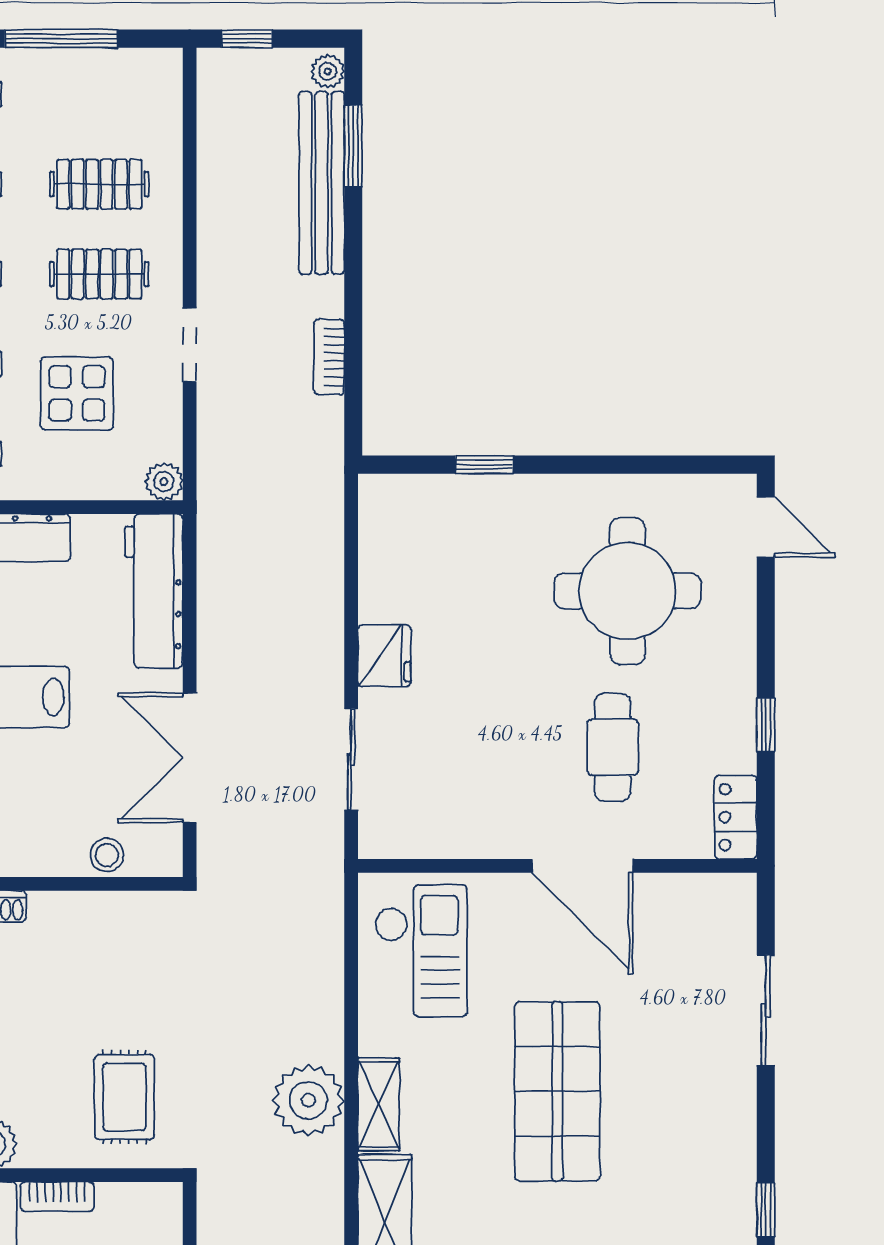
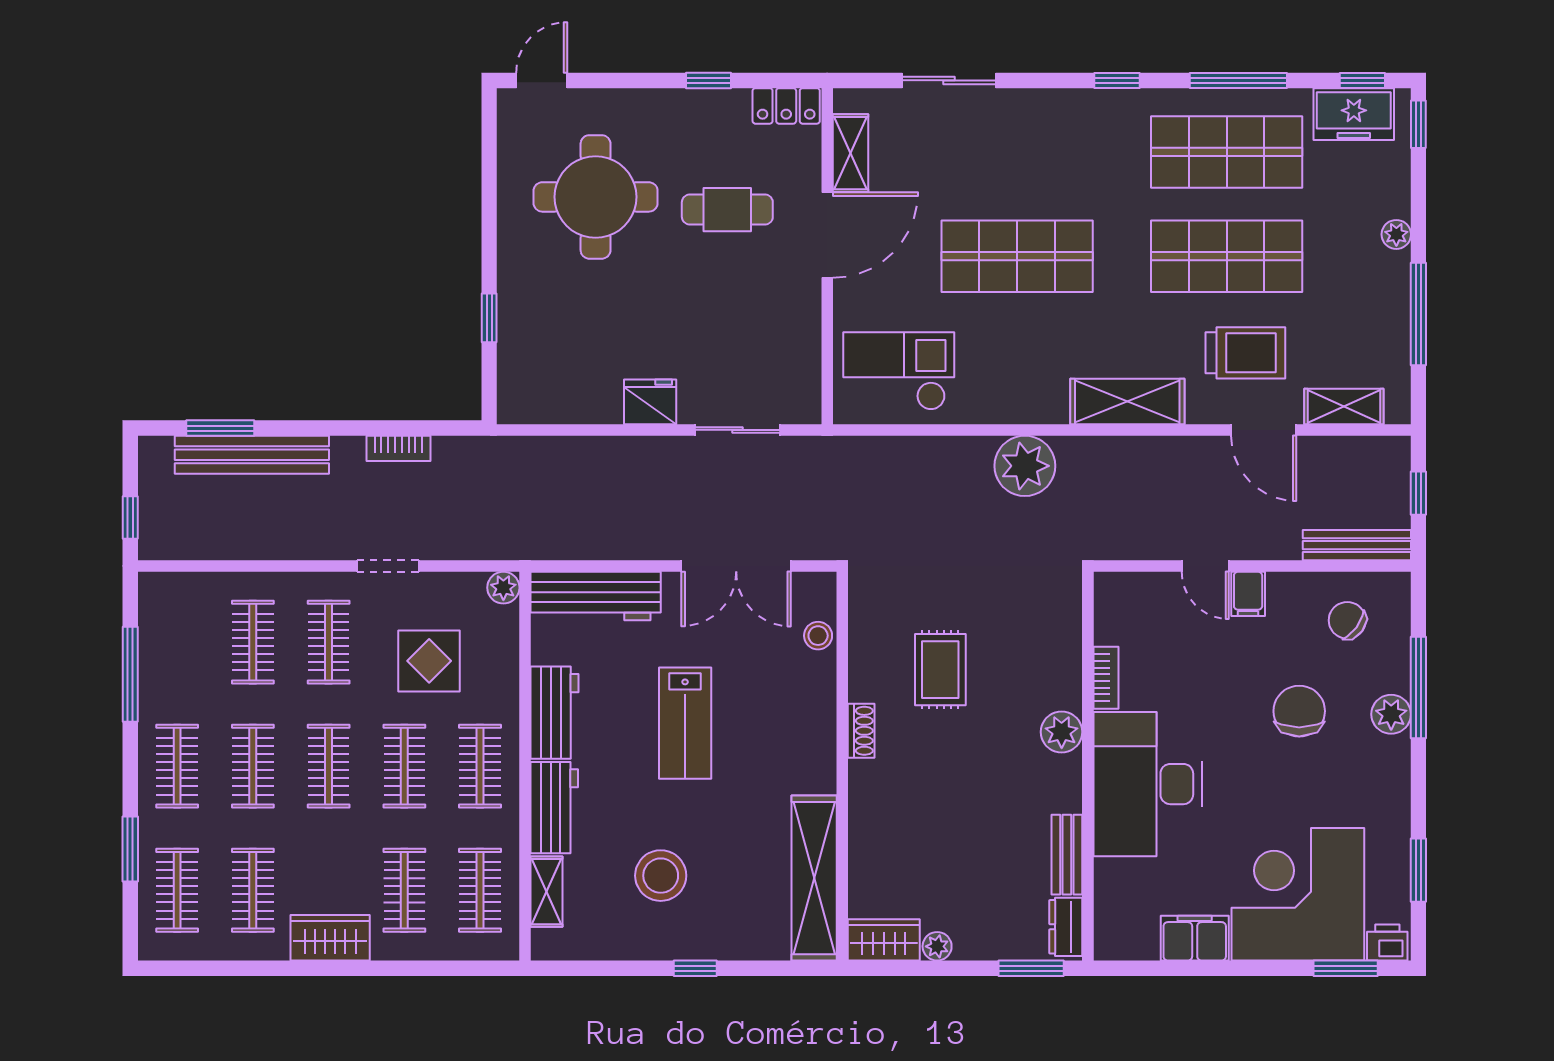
plant: (328, 71) -> (158, 450), removed
rug: (124, 1097) -> (940, 670), moved, turned 90
shelving: (379, 1105) -> (850, 153), moved, turned 90

